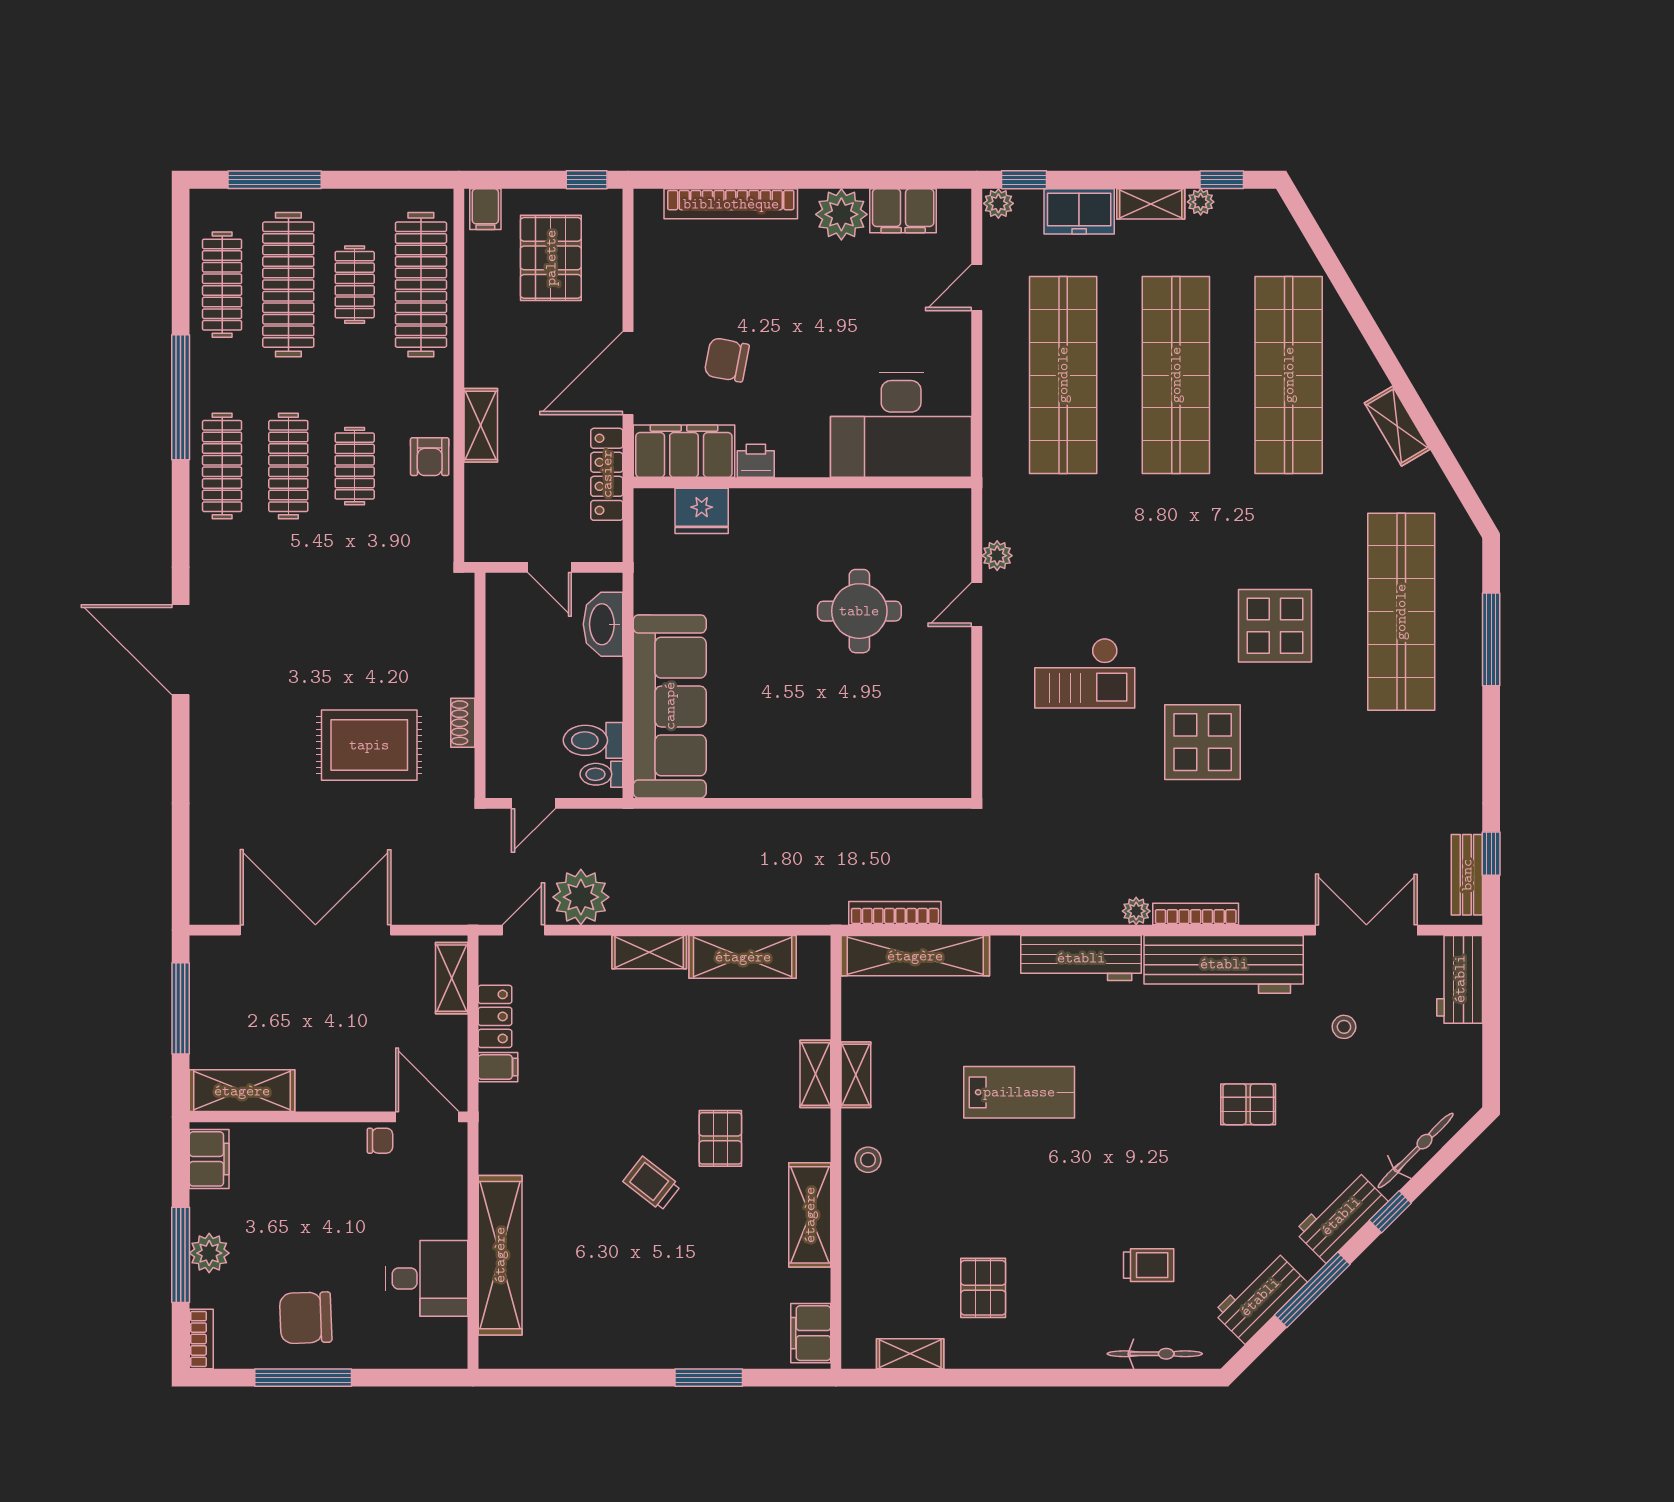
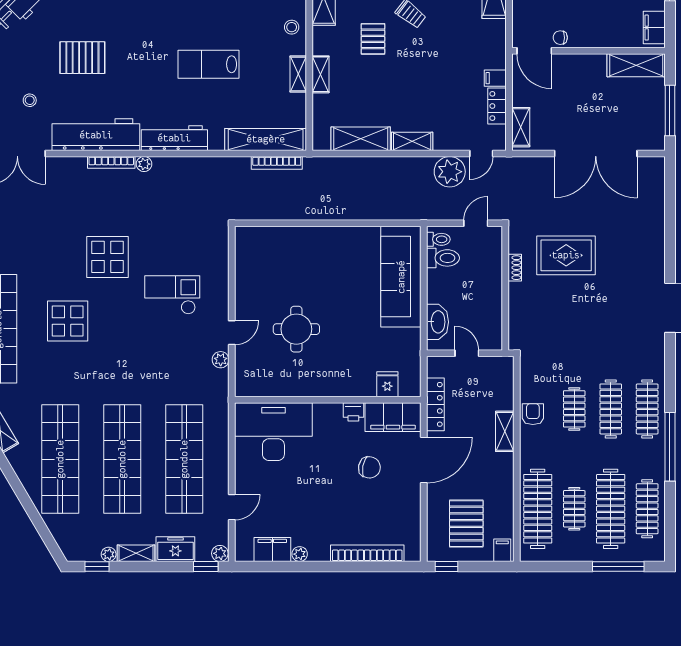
plant: (841, 214) -> (300, 554), width x0.53, depth x0.53
fridge: (702, 511) -> (387, 384), width x0.72
pallet: (1248, 1104) -> (82, 58), width x1.50, depth x1.42

